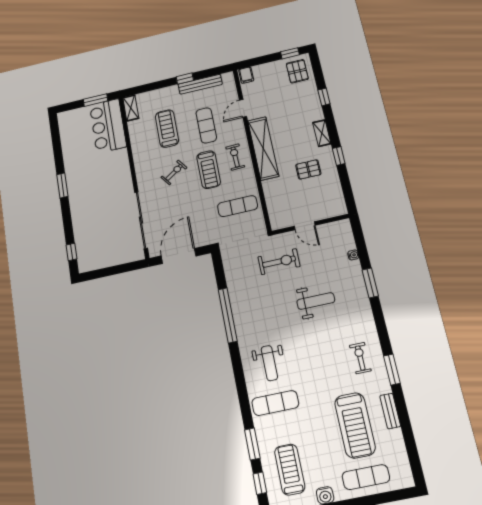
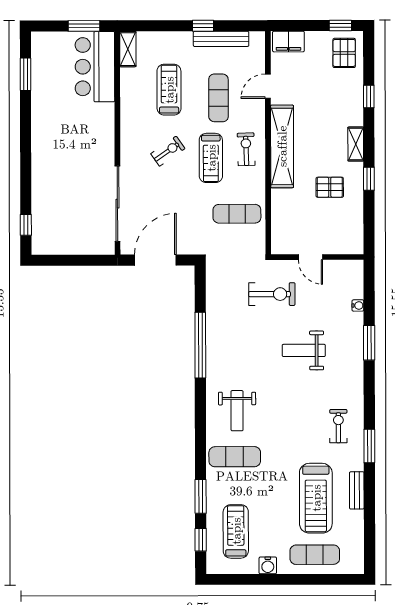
filing cabinet: (246, 75) -> (288, 42), width x2.00
window: (62, 185) -> (26, 74), moved
weight bench: (316, 301) -> (304, 350), turned 180

